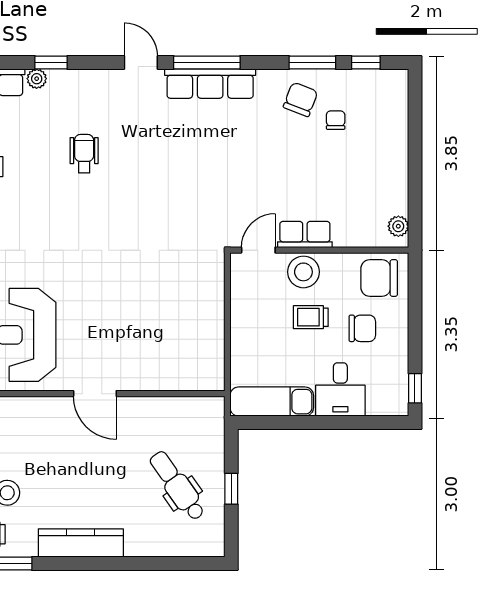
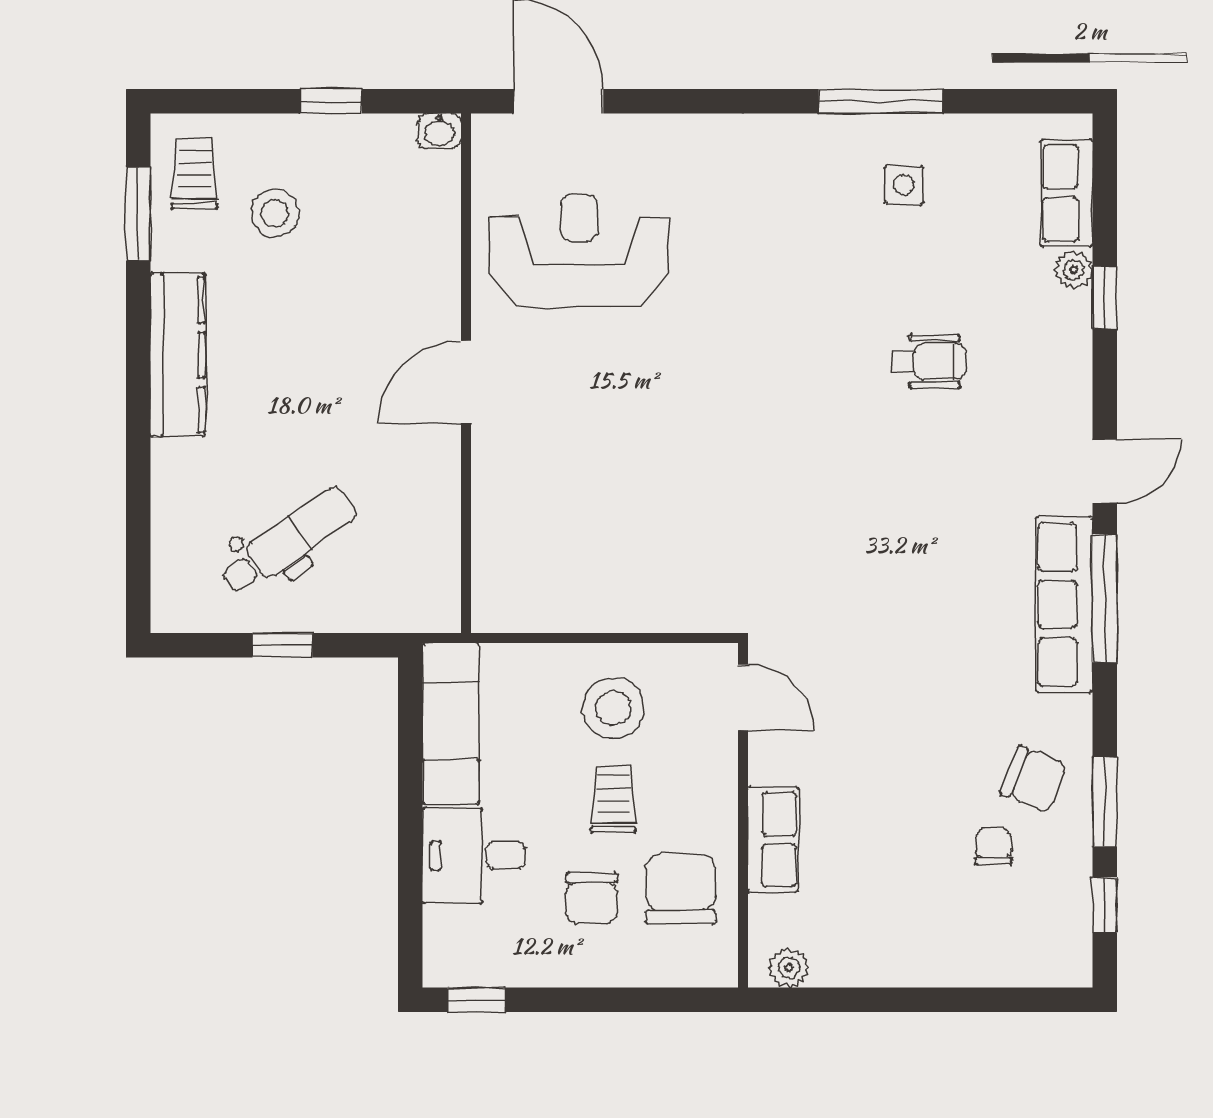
chair: (336, 120) -> (994, 847), turned -90
row of seats: (305, 234) -> (773, 840), moved
stool: (303, 272) -> (614, 708), moved
chair: (379, 278) -> (681, 889), moved

